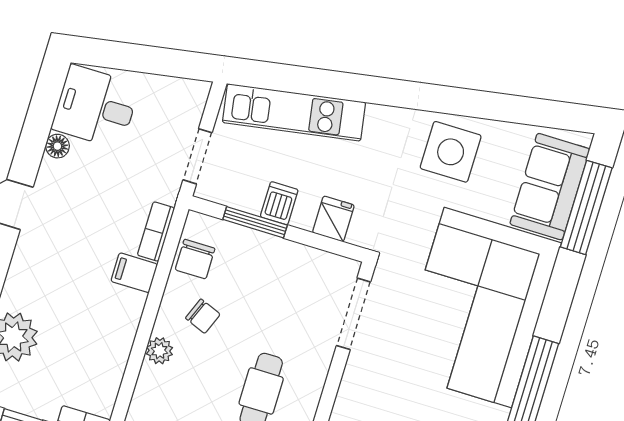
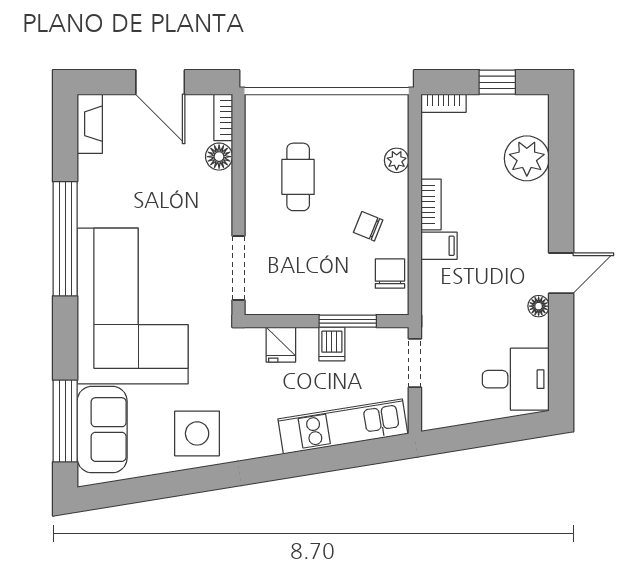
floor lamp: (57, 146) -> (539, 306), moved
bookcase: (156, 232) -> (431, 204), moved
plant: (159, 351) -> (397, 160), moved

